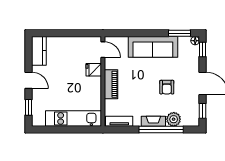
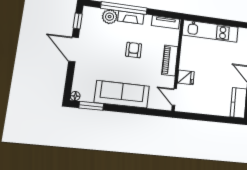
window: (203, 50) -> (68, 86), removed
armchair: (167, 87) -> (134, 50), moved

